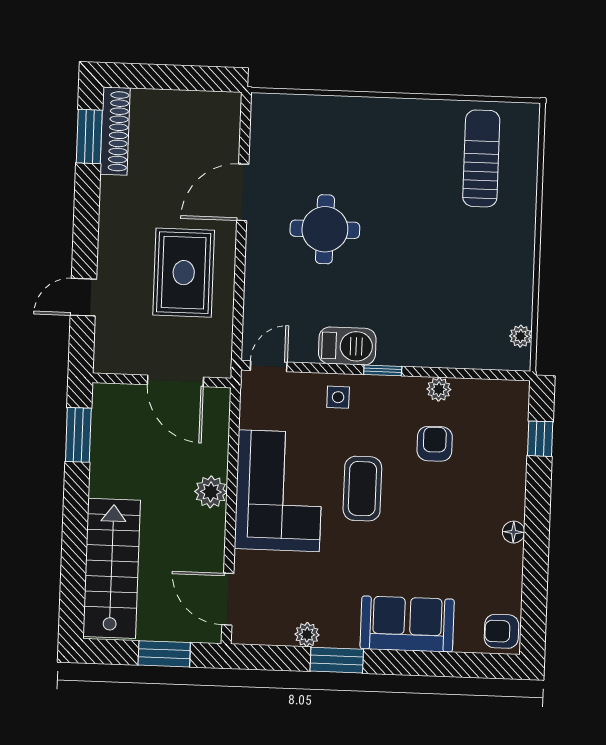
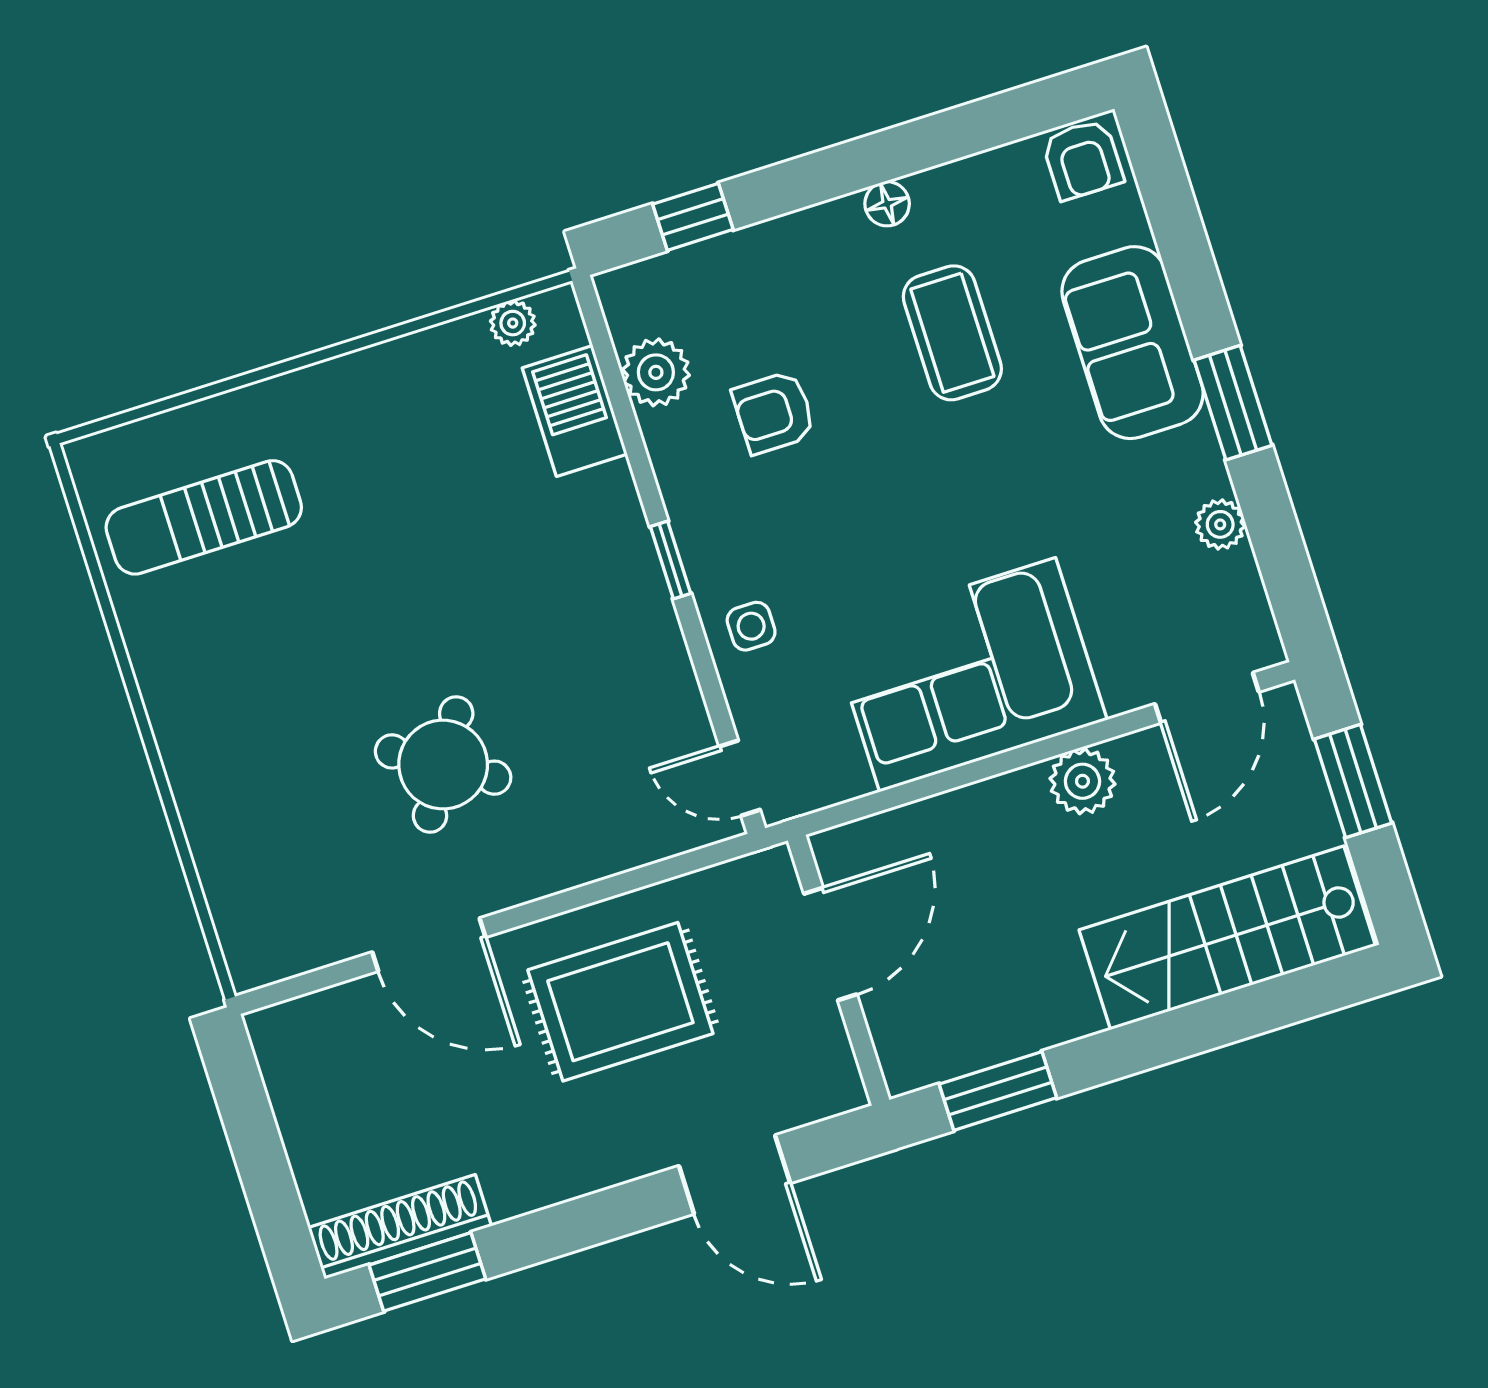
round table: (325, 229) -> (443, 765), turned 32
door: (83, 297) -> (735, 1174), width x1.38
barbecue: (347, 346) -> (575, 411), moved
plant: (439, 389) -> (656, 372), moved, width x1.38, depth x1.38
coffee table: (362, 489) -> (952, 333), moved, turned 90
plant: (211, 492) -> (1082, 781), moved
window: (337, 660) -> (1233, 403), moved

